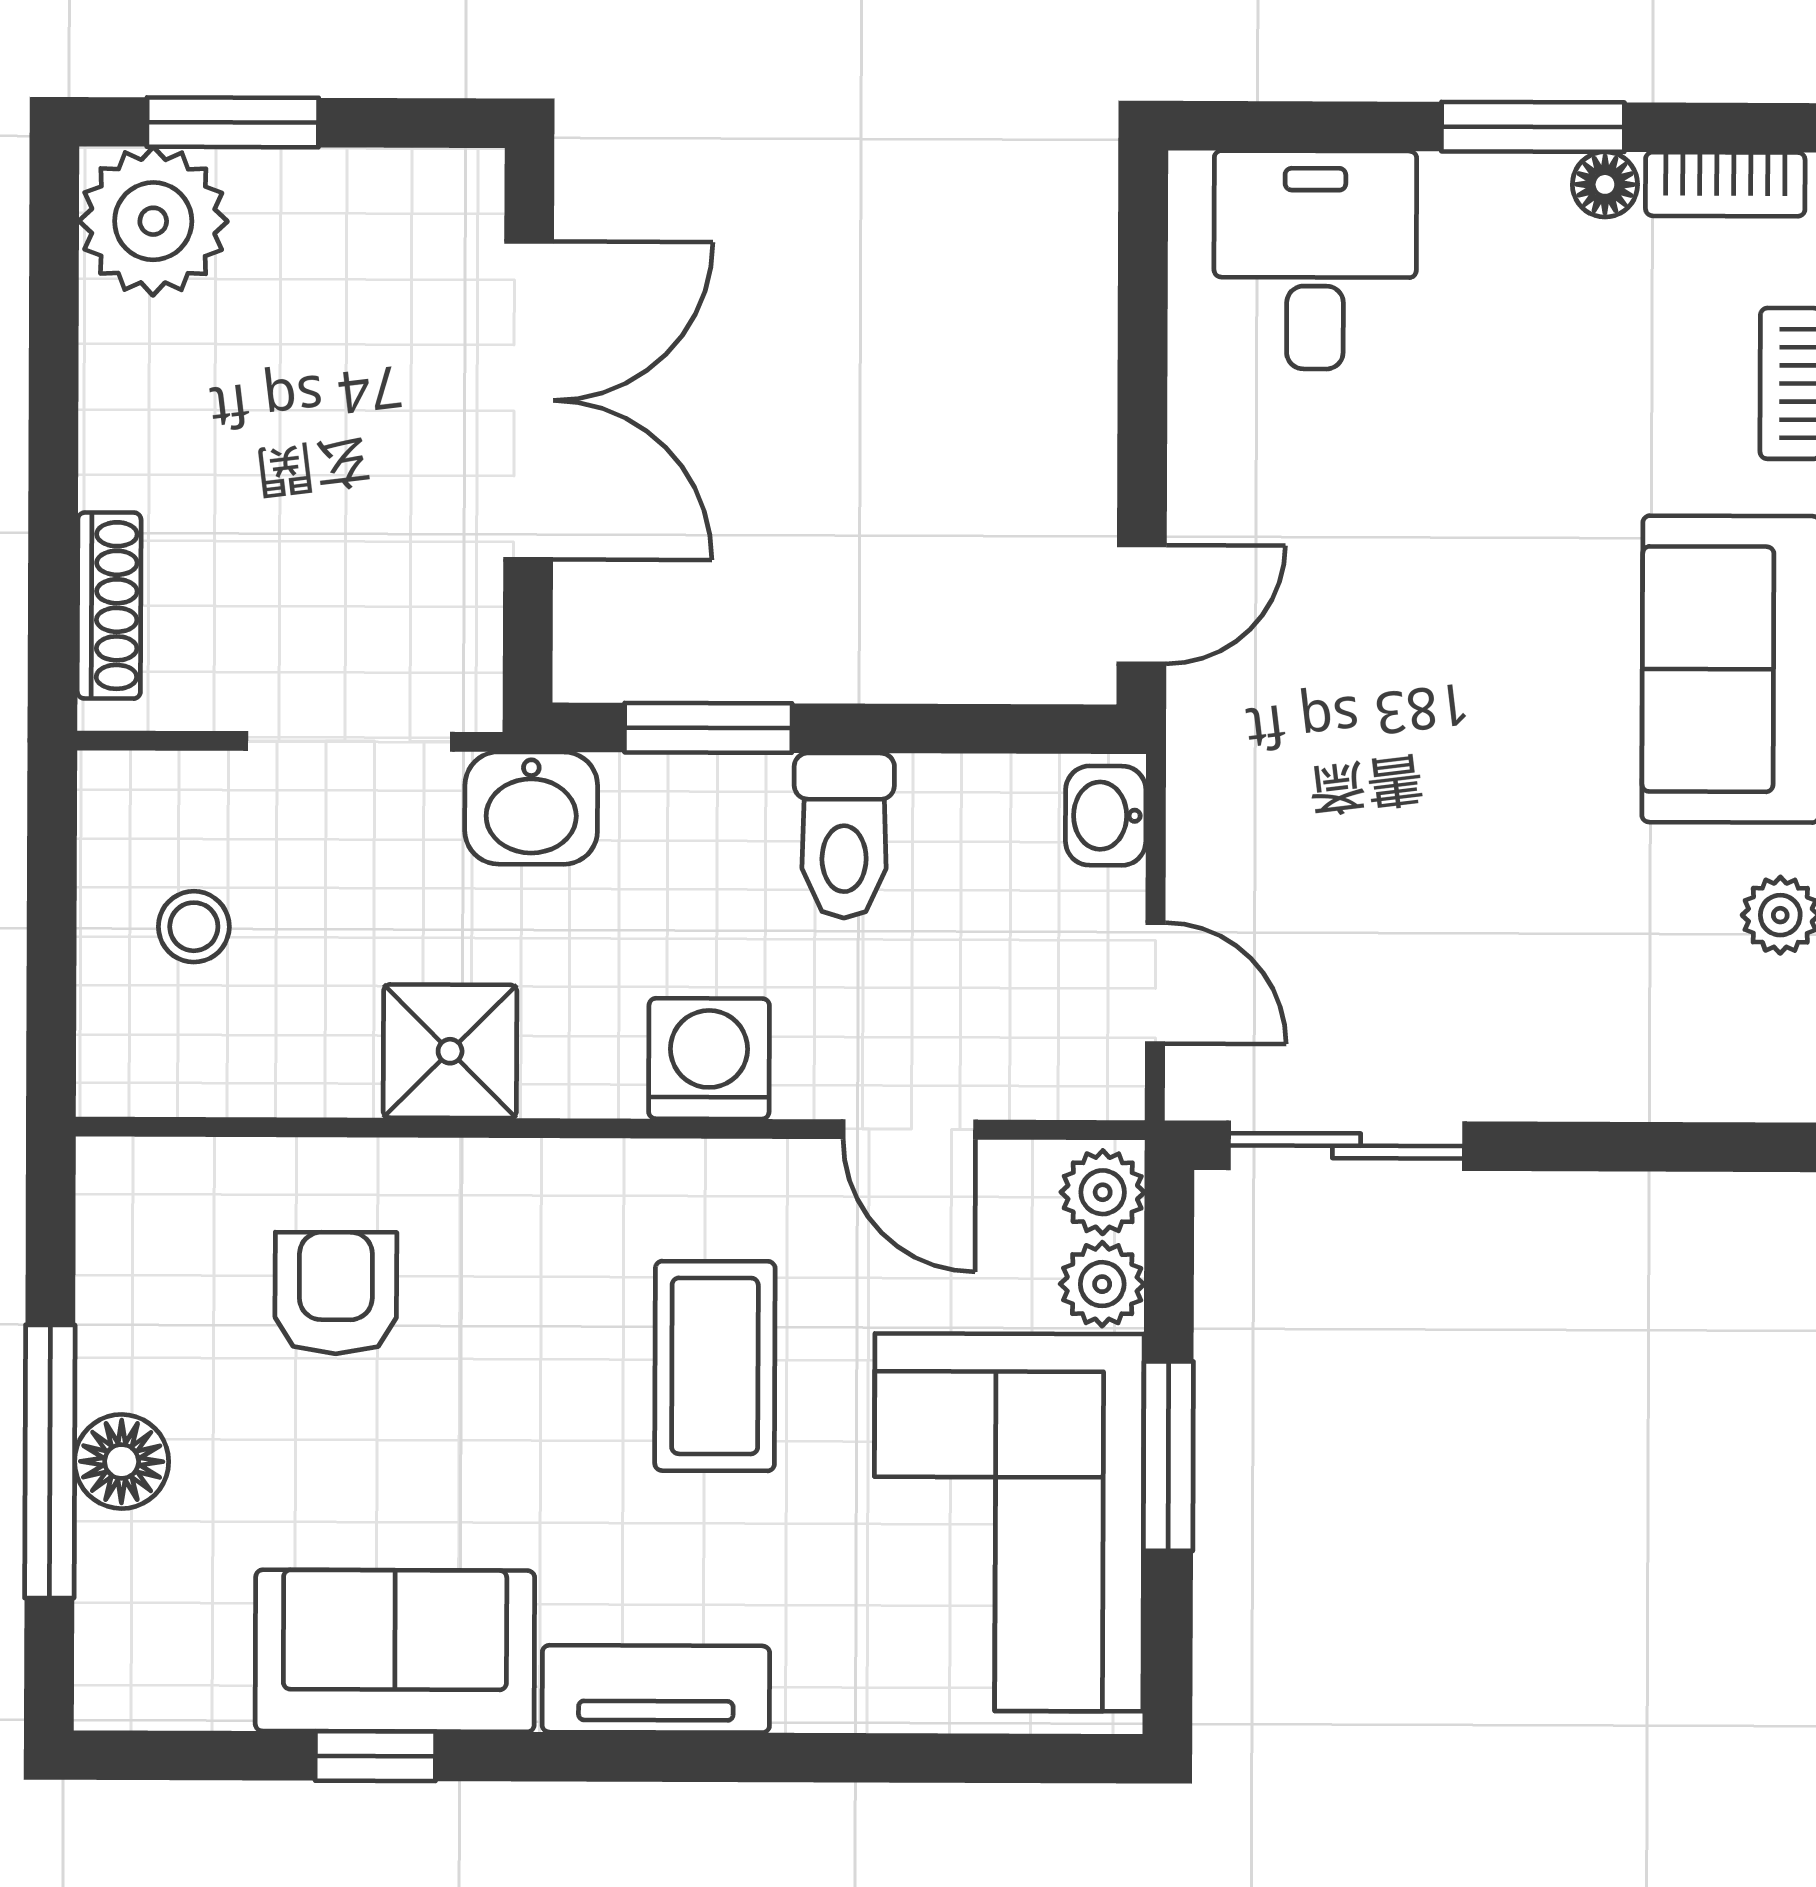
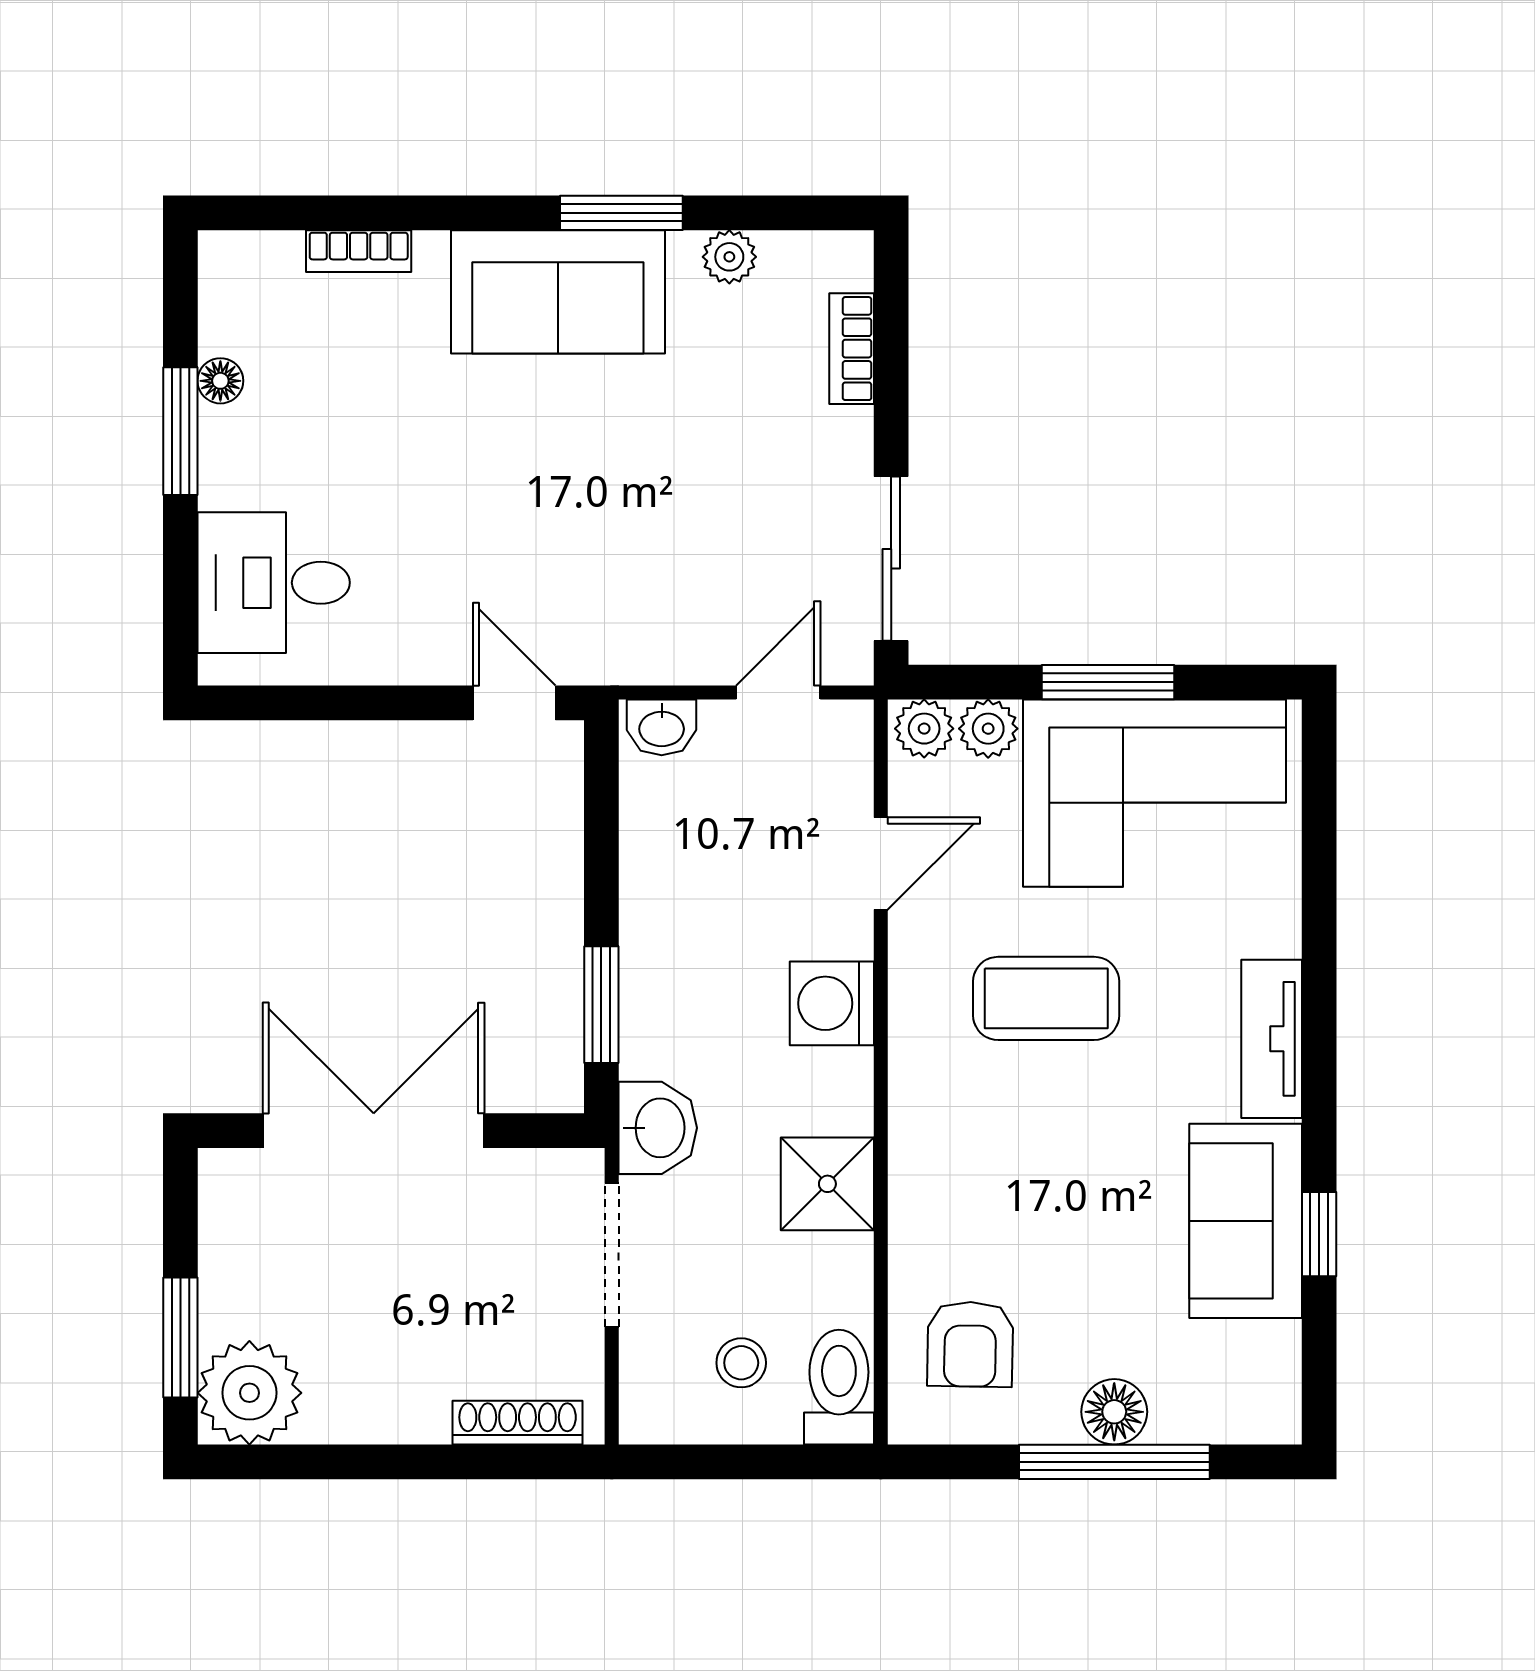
bookcase: (1725, 184) -> (852, 349), moved, turned 180
toilet: (844, 836) -> (839, 1387), moved, turned -90
armchair: (336, 1293) -> (970, 1344), moved, turned -89

